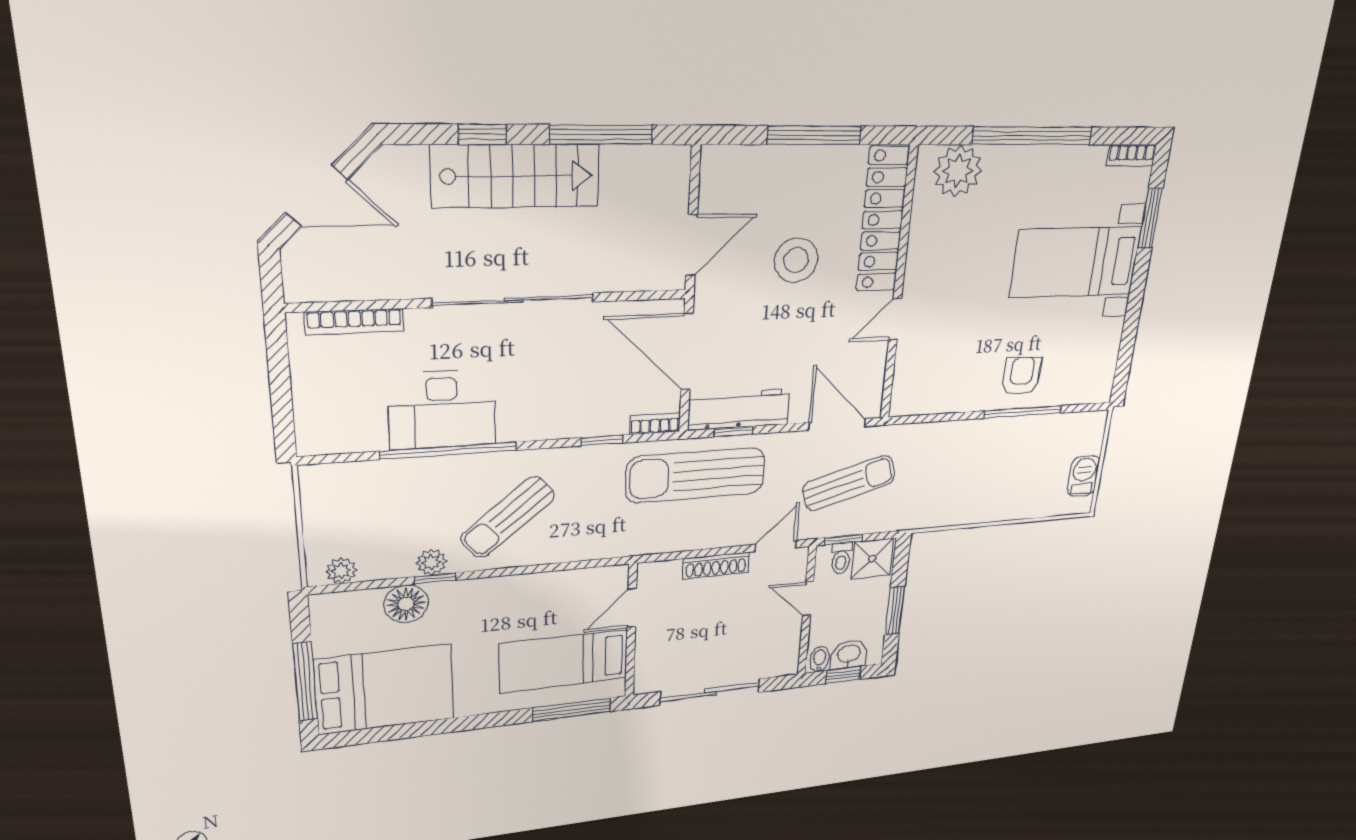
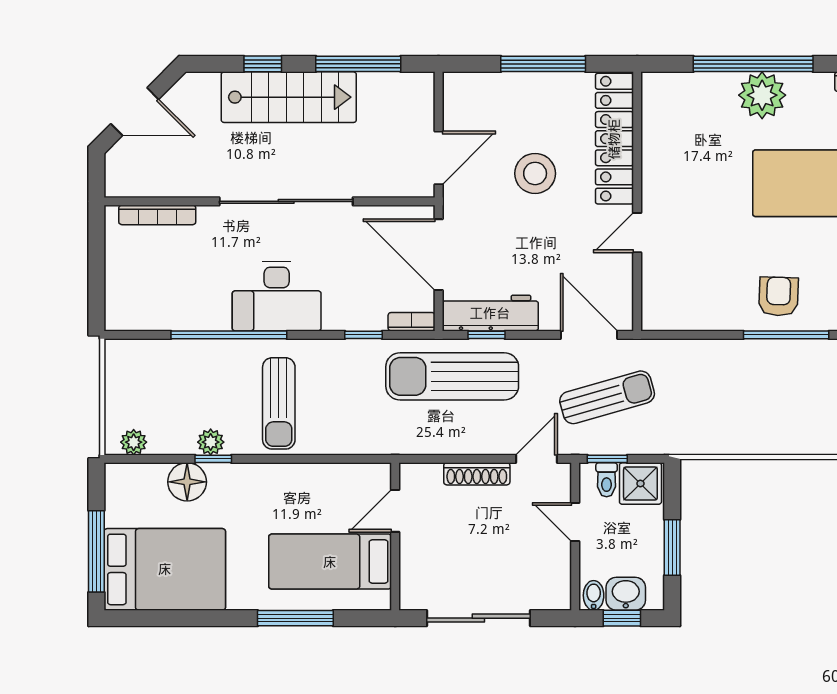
plant: (958, 171) -> (762, 95), moved
desk: (442, 410) -> (277, 296), moved
sun lounger: (508, 517) -> (279, 403), turned -50
window: (572, 710) -> (295, 618), moved

